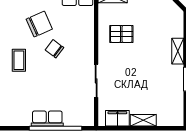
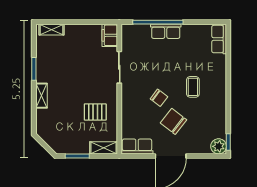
chair: (39, 24) -> (173, 121), turned 62
filing cabinet: (117, 118) -> (110, 35), moved, turned 90
shelving: (143, 120) -> (51, 30), moved

